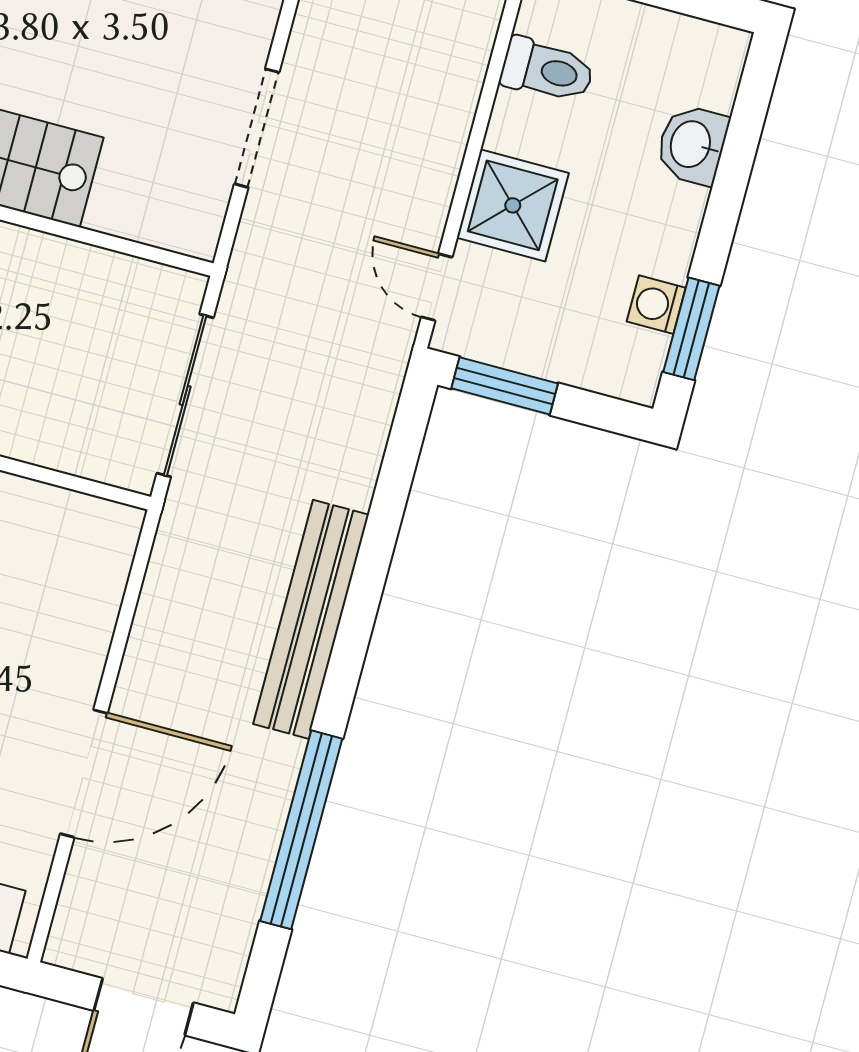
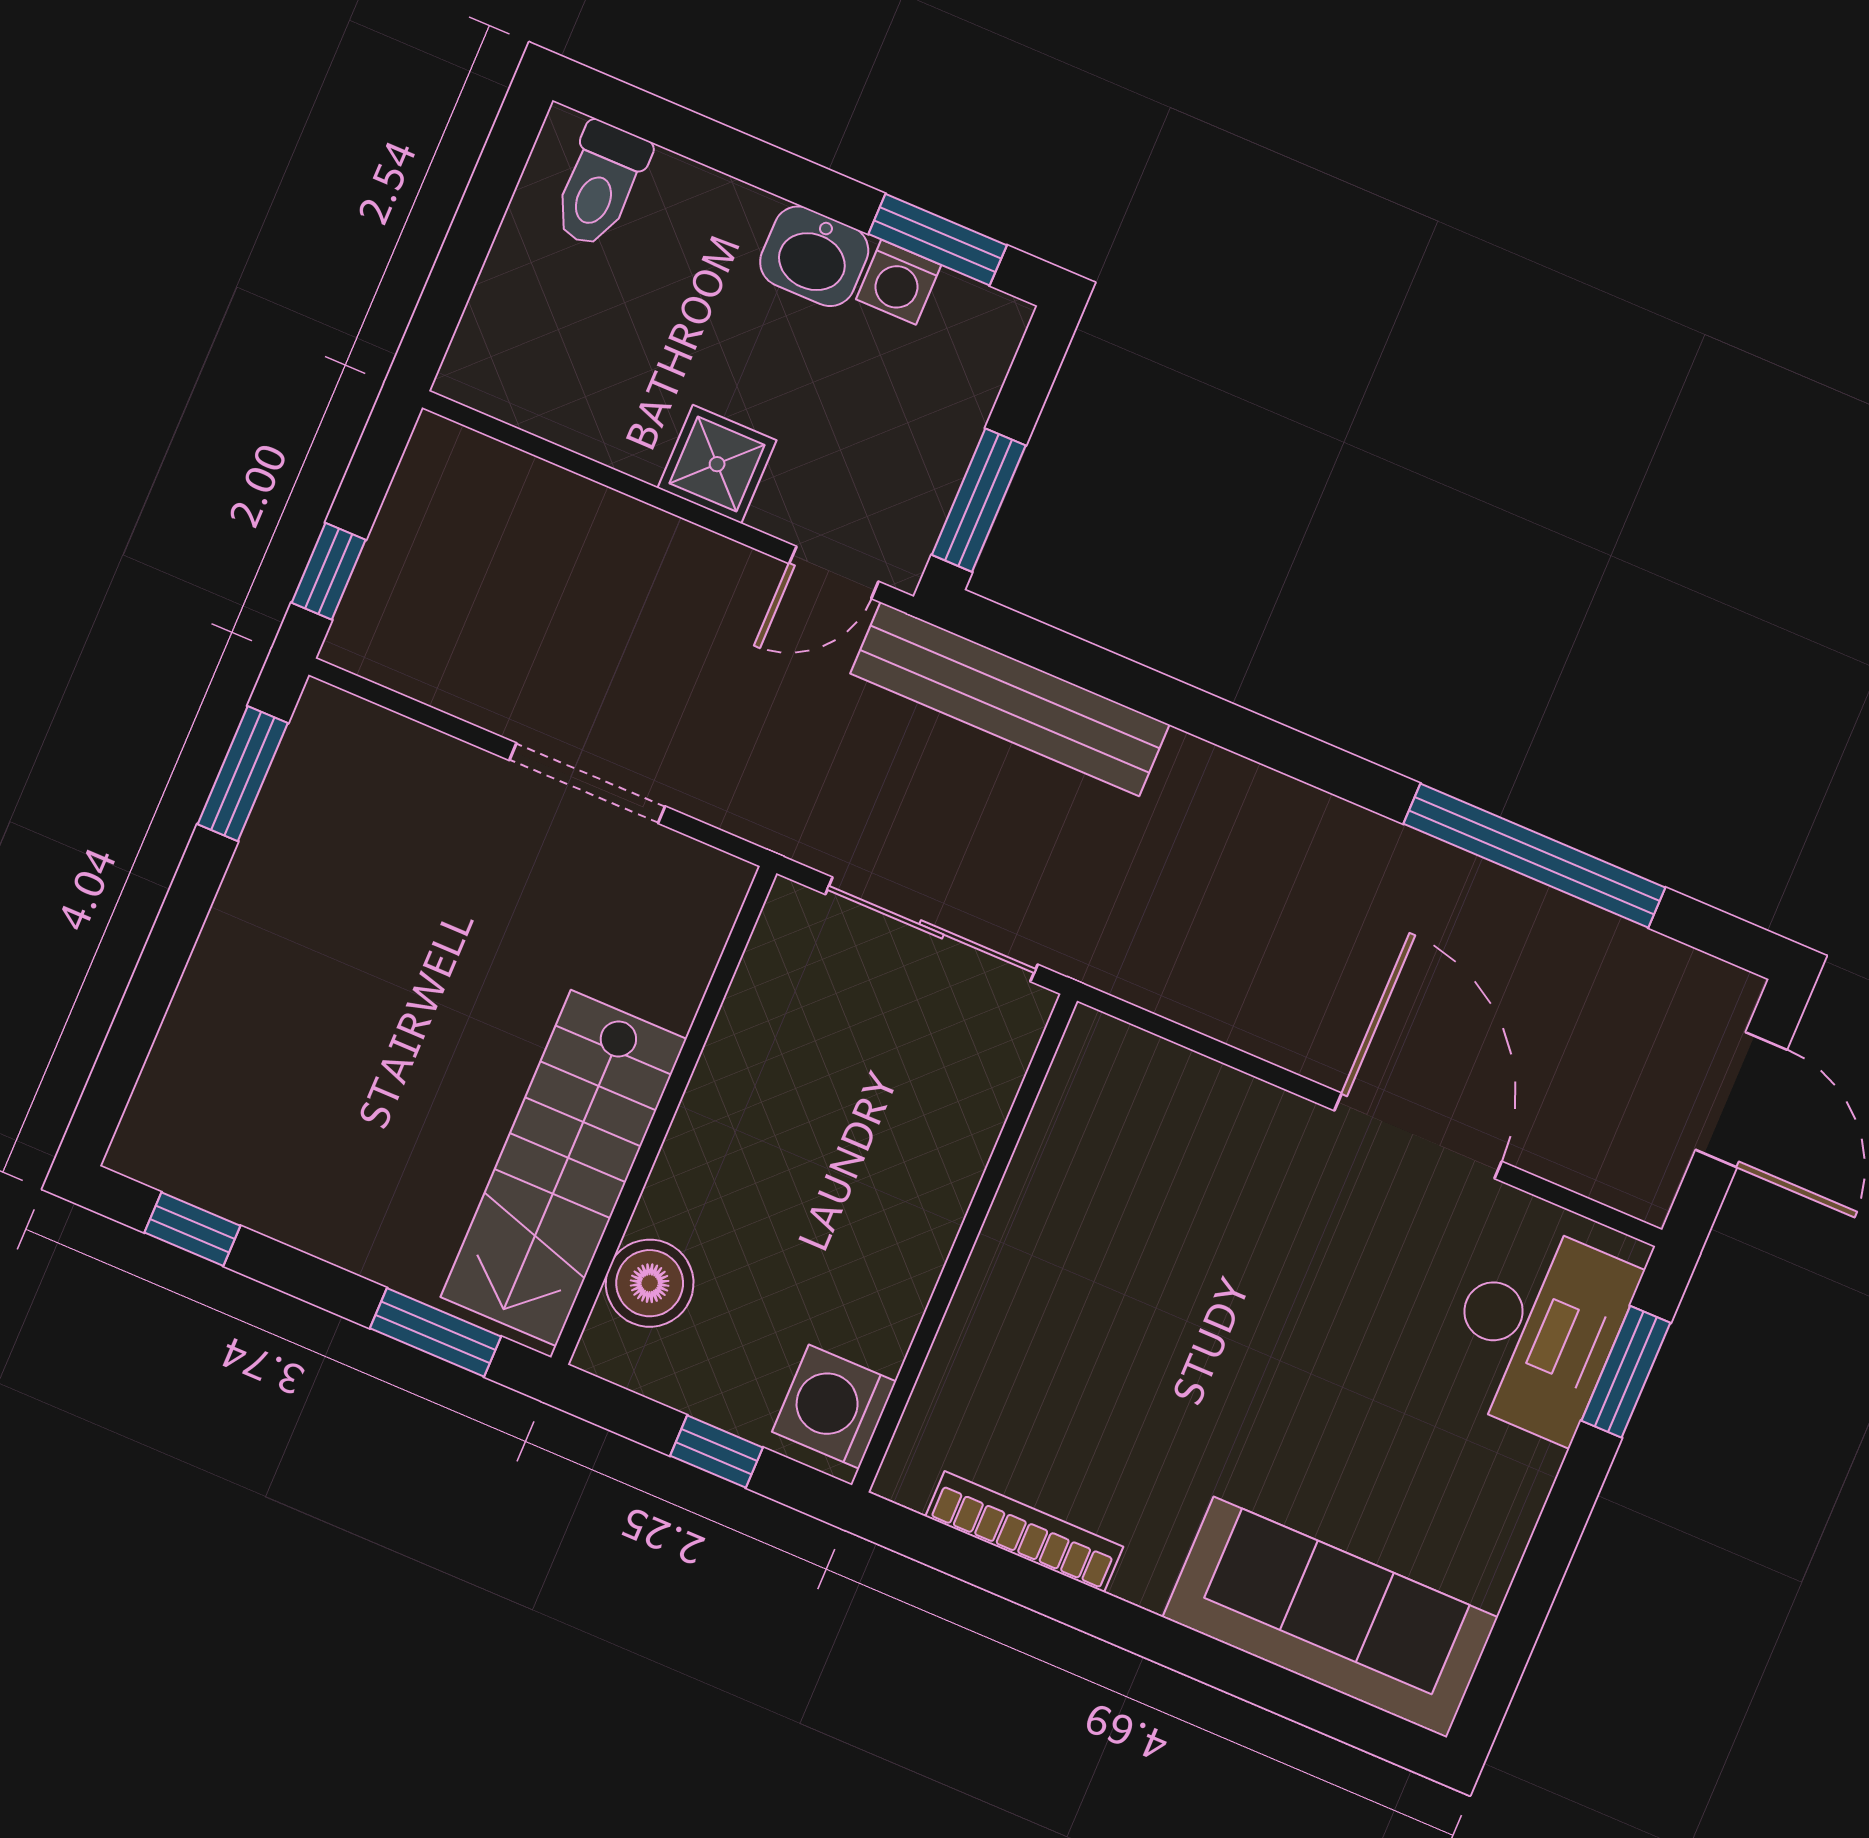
toilet: (547, 70) -> (600, 185), moved, turned 180
washbasin: (692, 145) -> (814, 256), moved
shower: (513, 205) -> (717, 464), width x0.73, depth x0.73
bench: (311, 619) -> (1010, 699), moved

